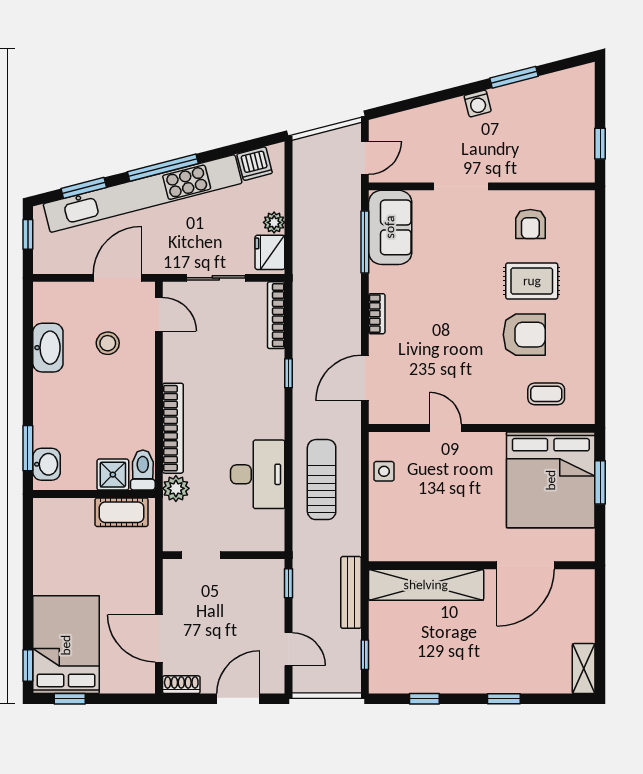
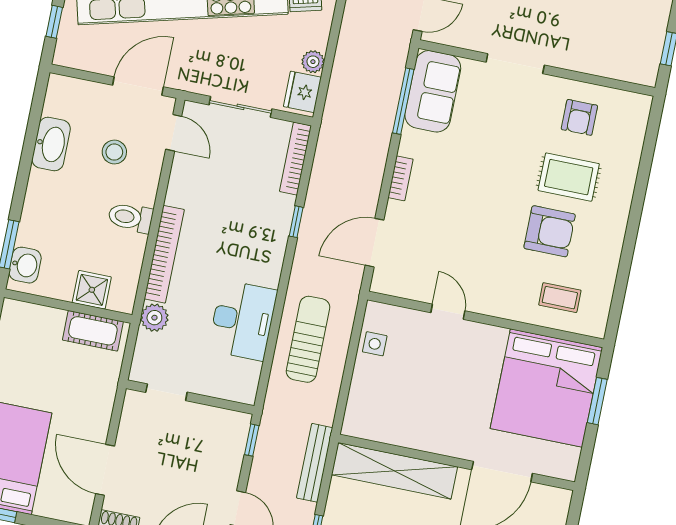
toilet: (143, 470) -> (130, 217), moved, turned -90

